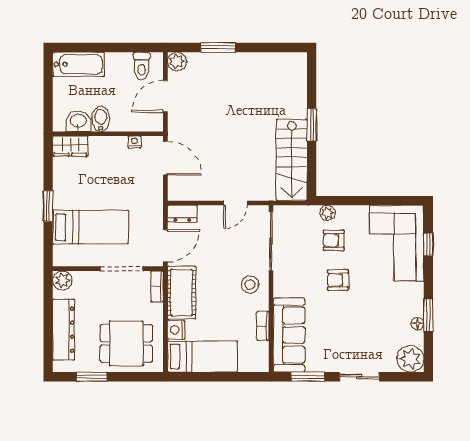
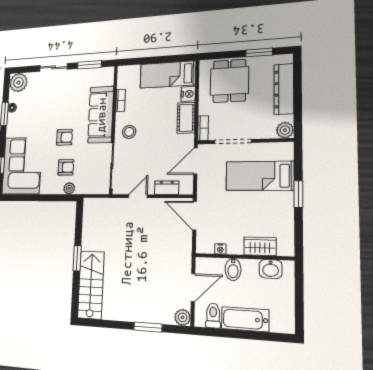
bathtub: (78, 64) -> (245, 319), moved
bidet: (101, 119) -> (233, 269), moved
wardrobe: (70, 146) -> (260, 246), moved
door: (165, 158) -> (194, 216), moved
stairs: (292, 160) -> (91, 285), moved
dresser: (182, 213) -> (167, 188), moved
cot: (182, 293) -> (186, 118), width x0.73, depth x0.75
sofa: (289, 335) -> (101, 115), moved
dining table: (126, 343) -> (229, 81), turned 90

